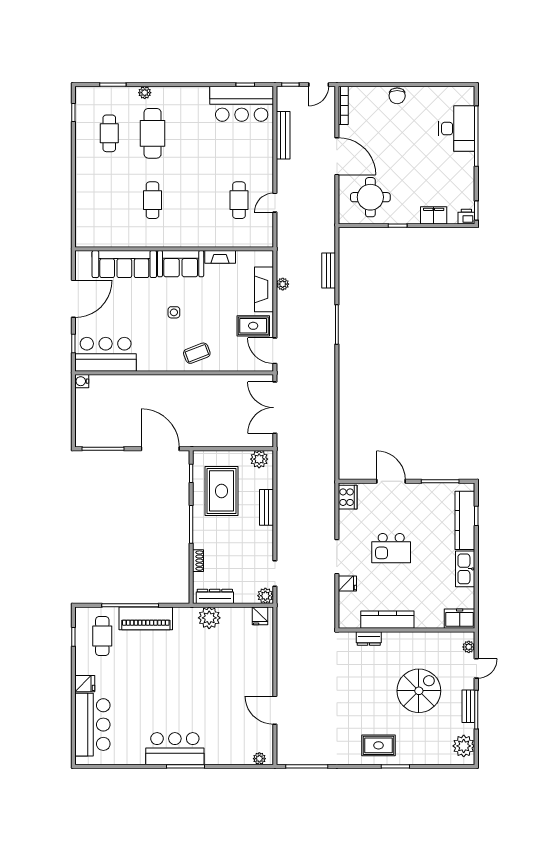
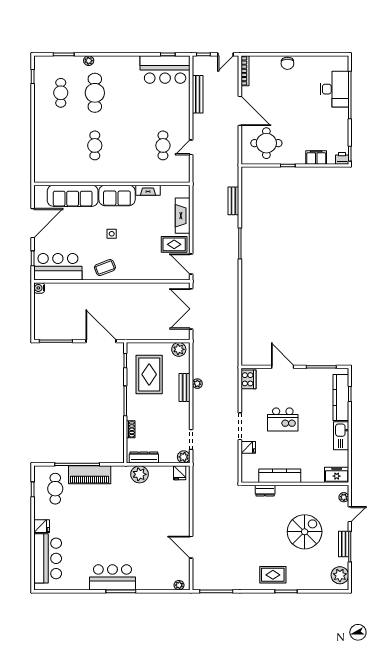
plant: (283, 284) -> (197, 384), moved
coffee table: (197, 353) -> (105, 268), moved

